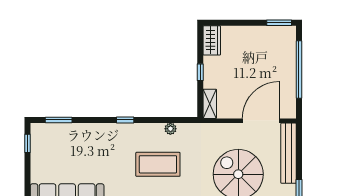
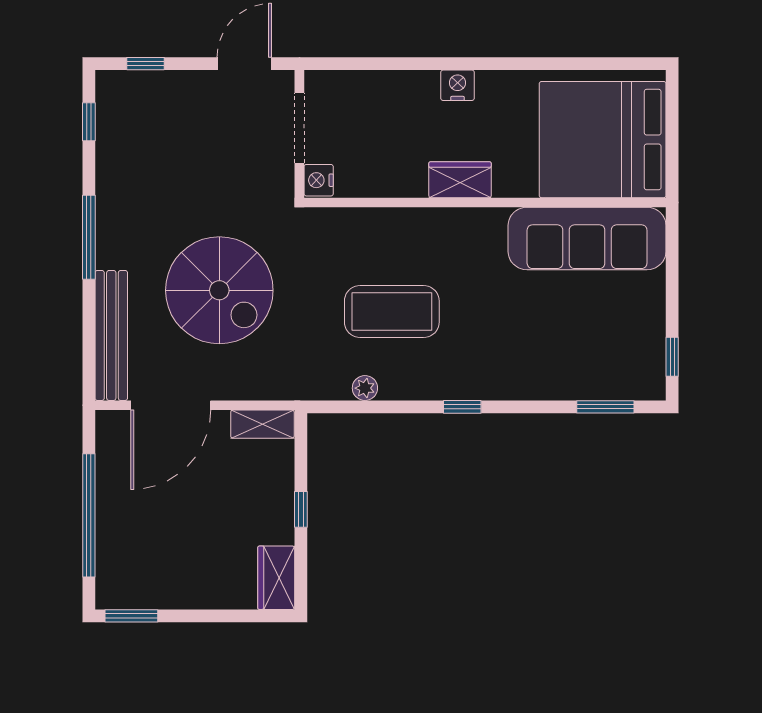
shelving: (210, 104) -> (262, 424), moved, turned 90

